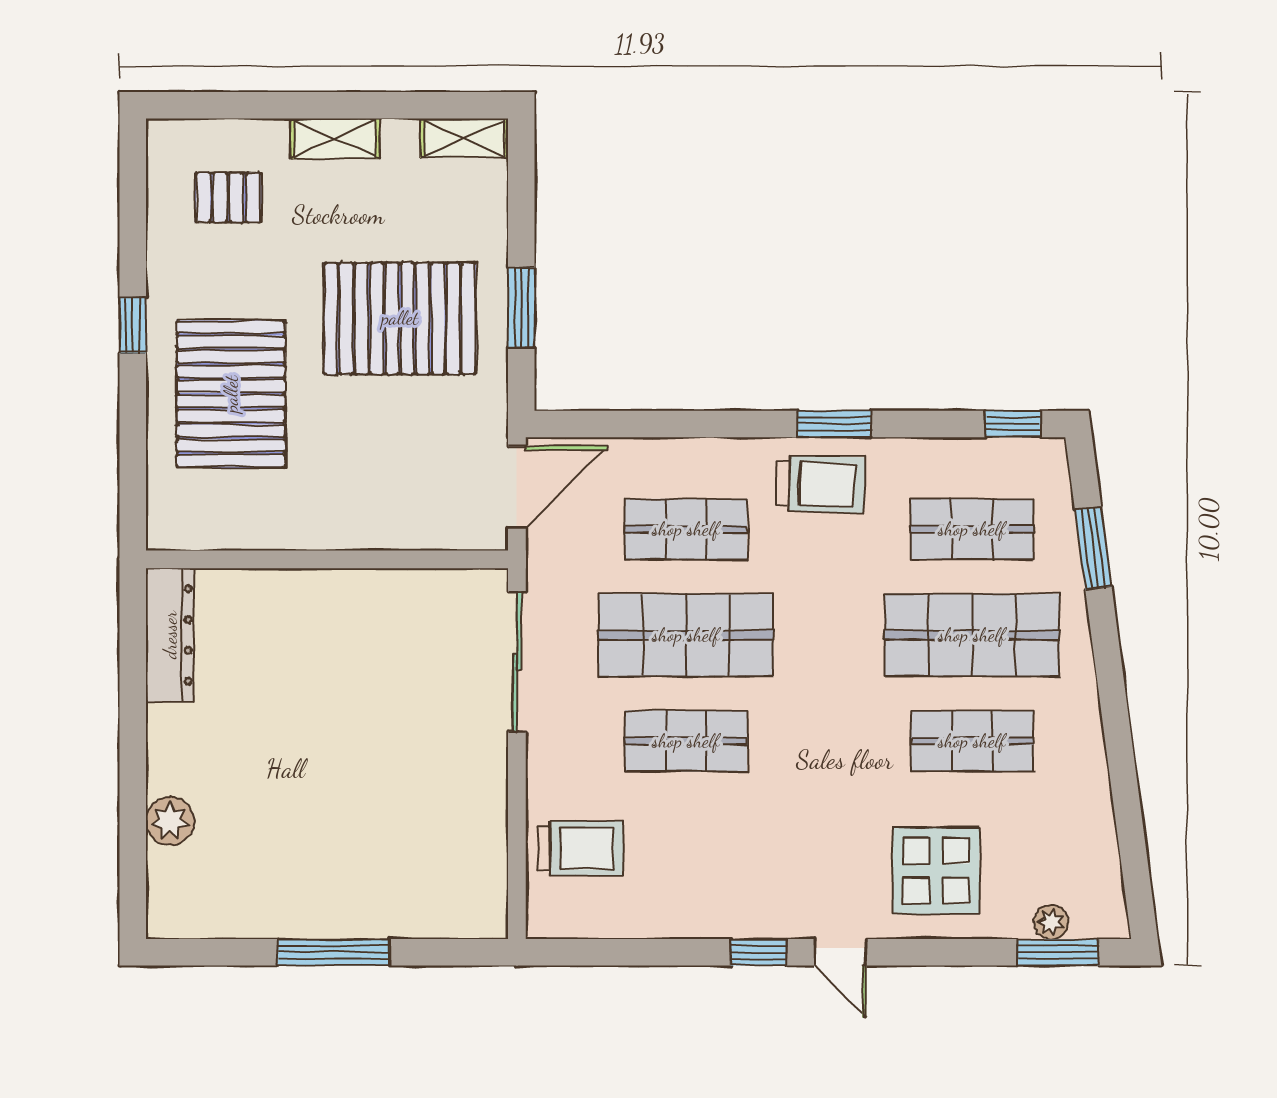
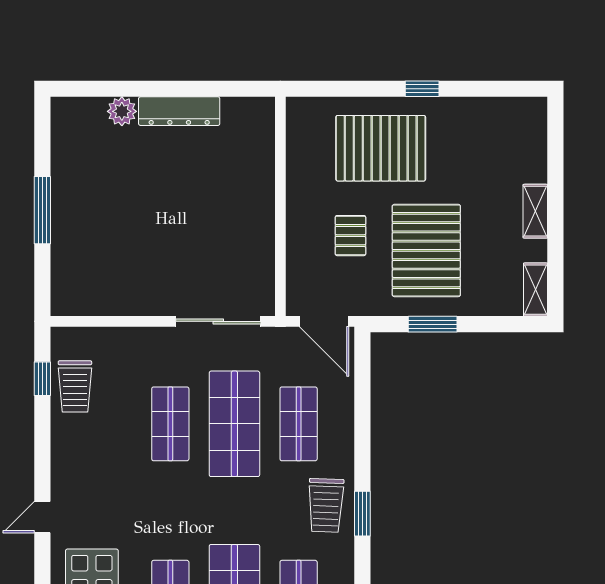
pallet: (228, 198) -> (350, 236), moved
dresser: (170, 635) -> (179, 111), moved
trolley: (581, 848) -> (75, 386), moved
window: (759, 952) -> (42, 379), moved

